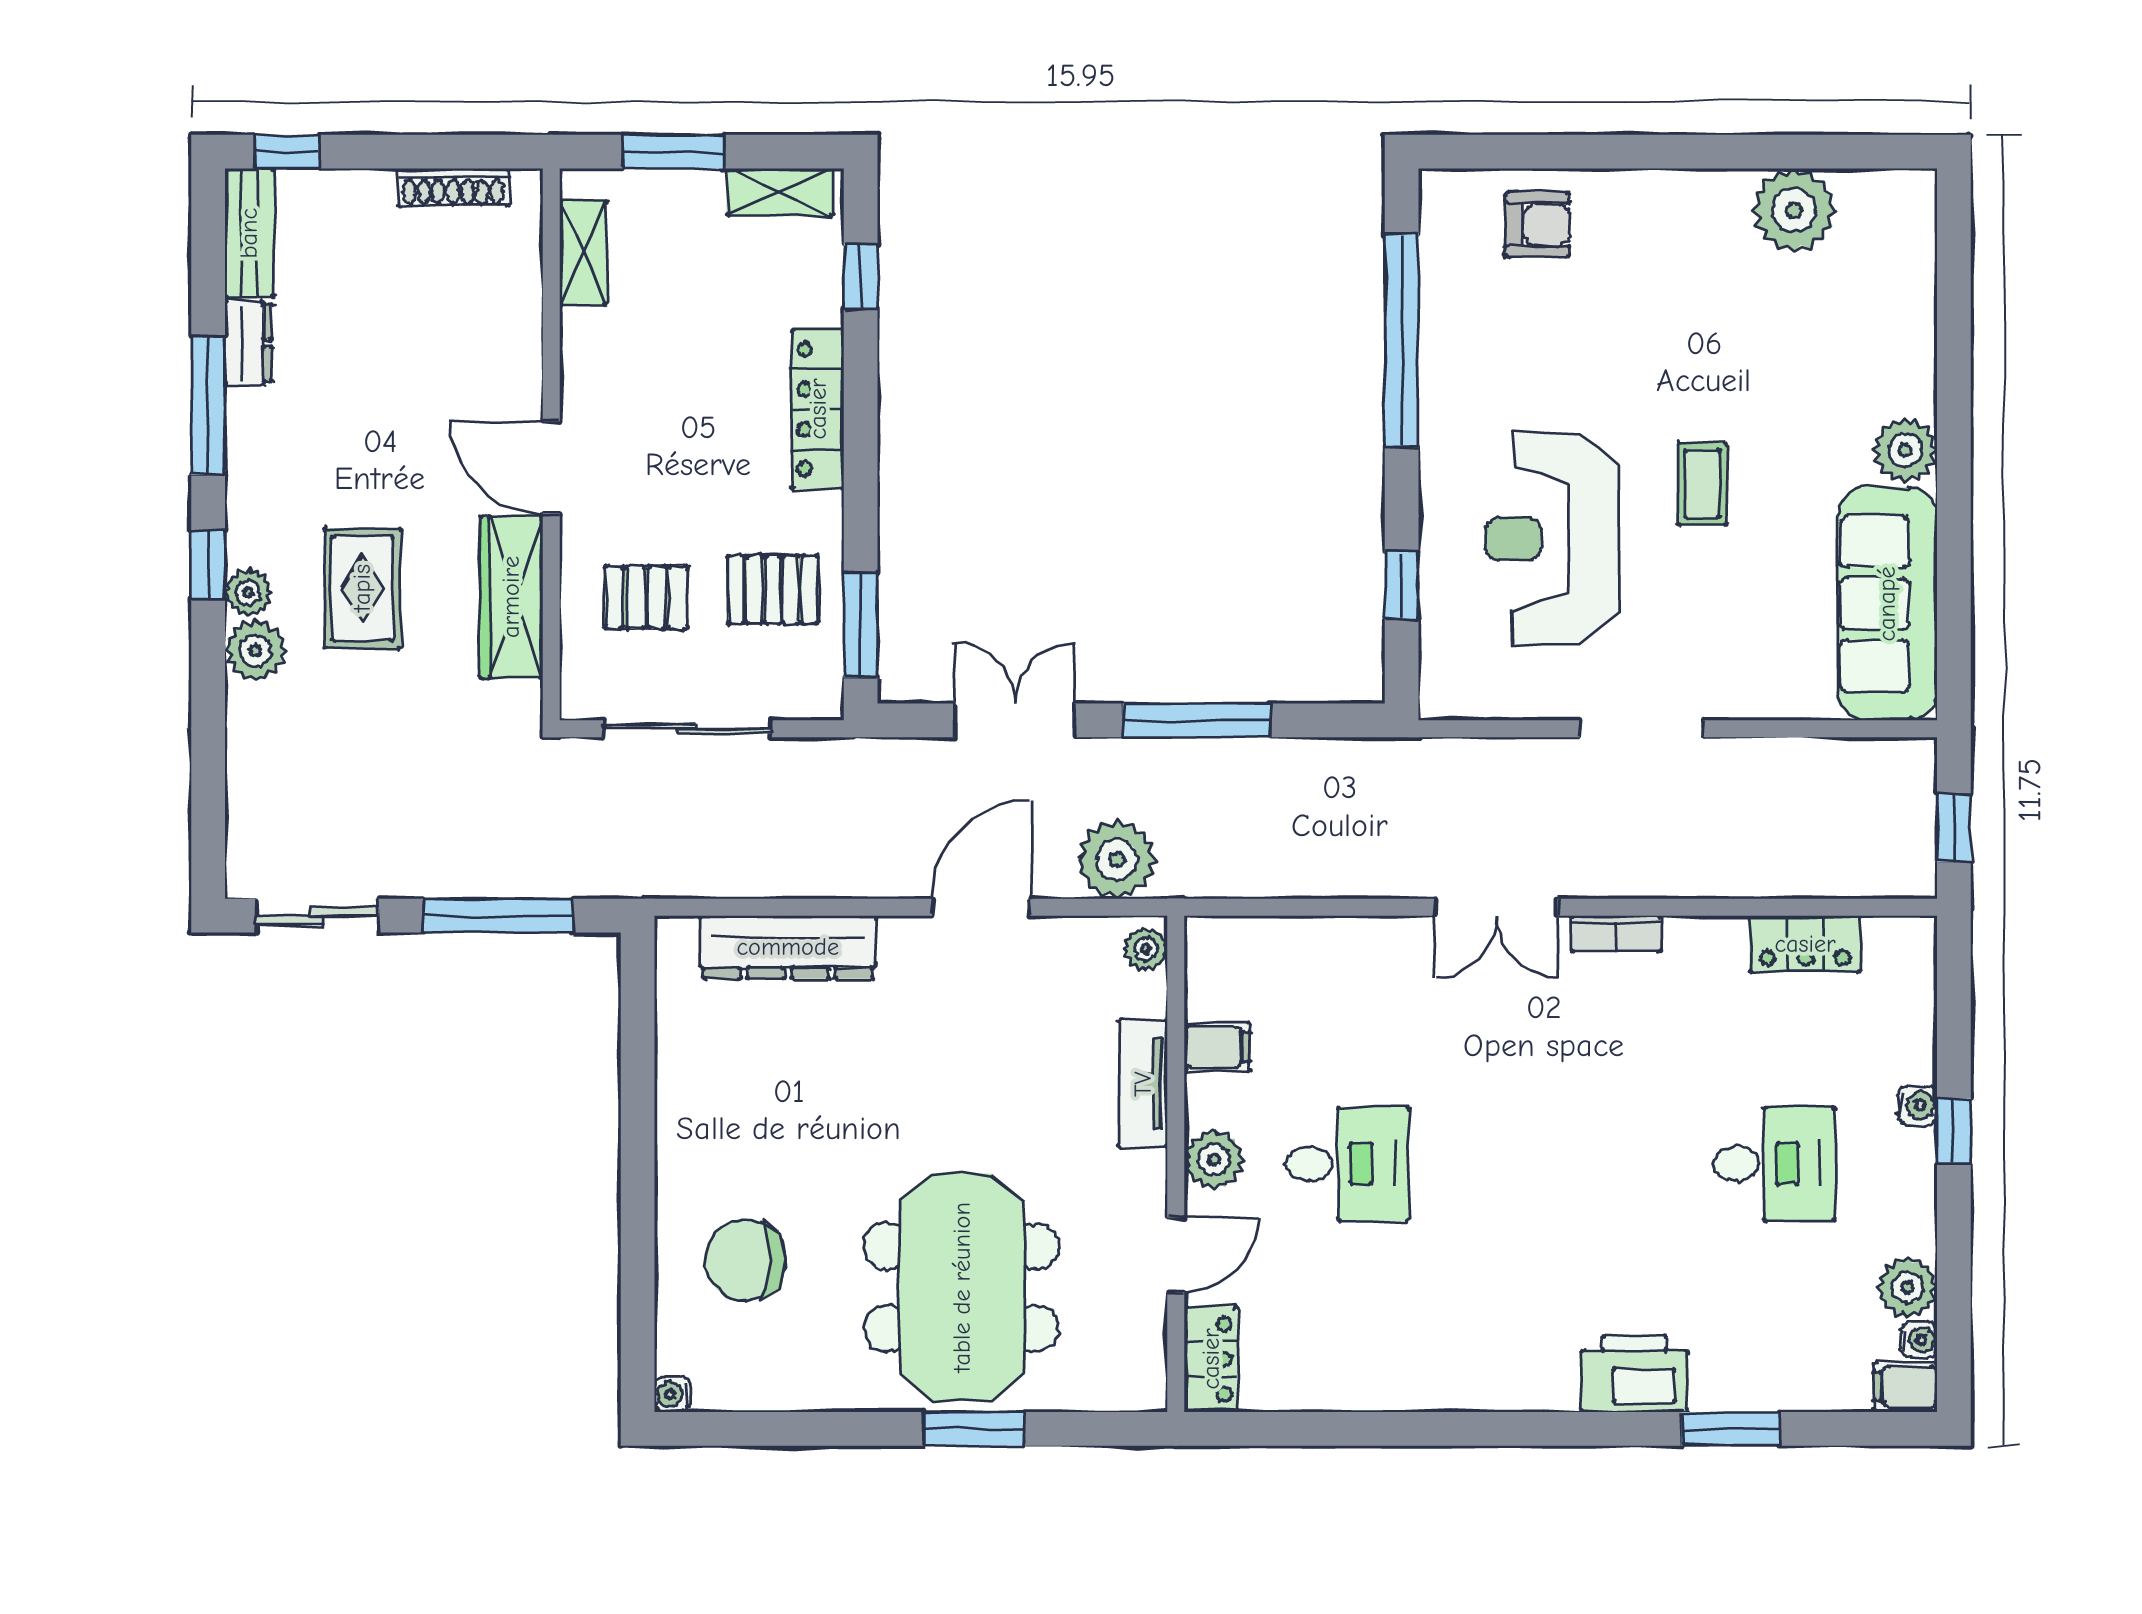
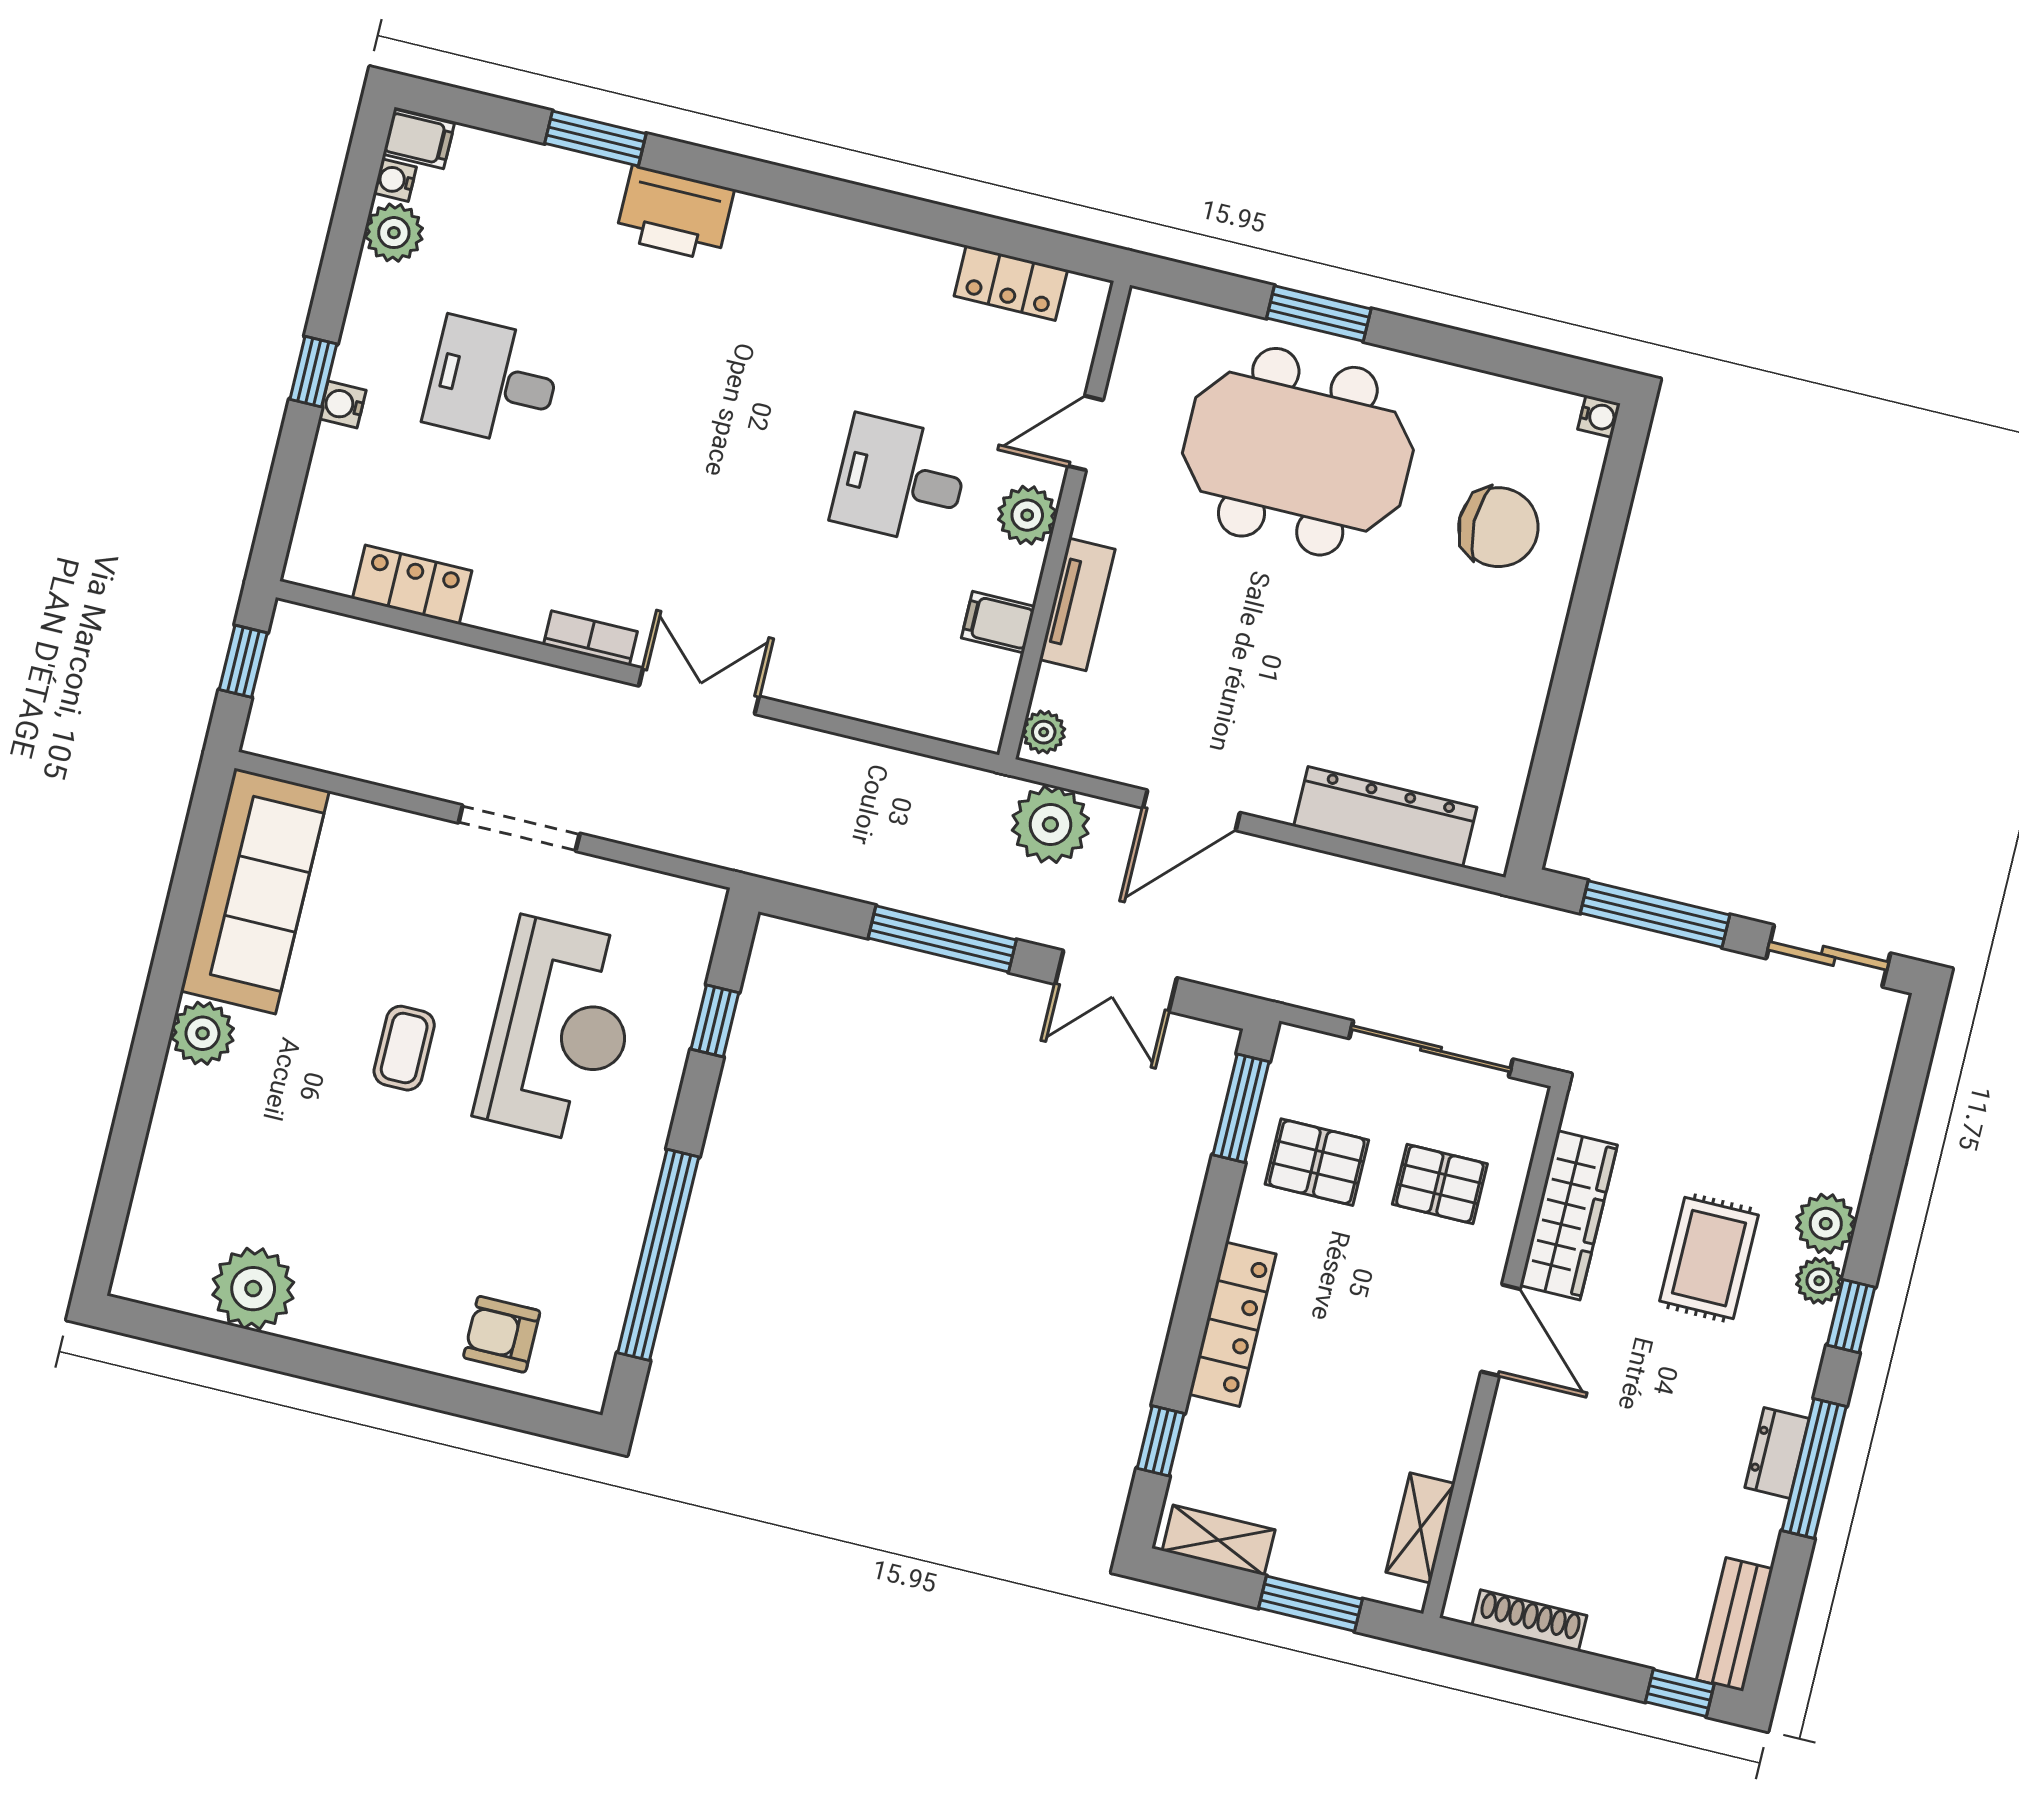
dresser: (248, 343) -> (1777, 1453), moved
meeting table: (962, 1287) -> (1298, 452), turned 90
locker: (1211, 1359) -> (1011, 283), moved, turned -90

